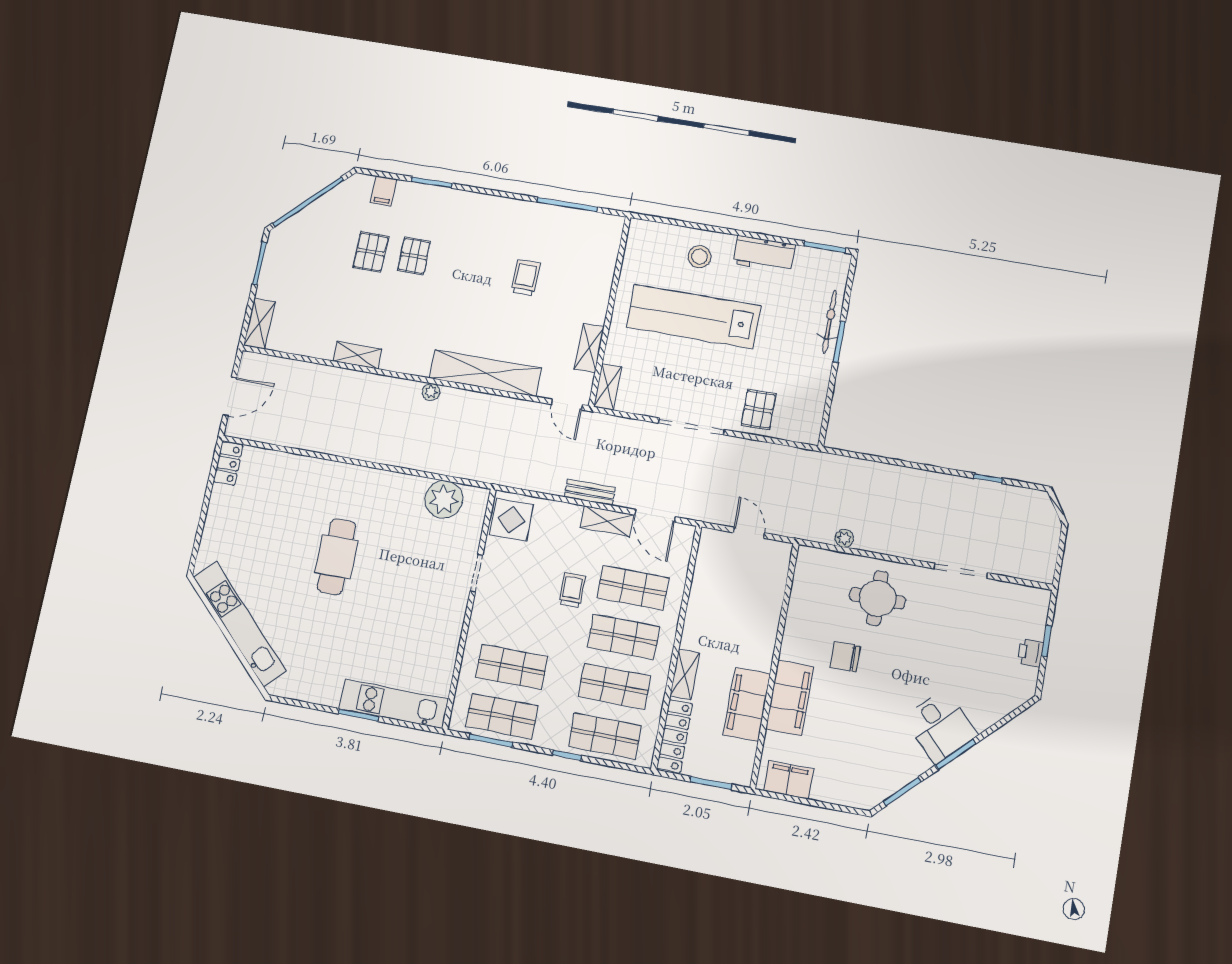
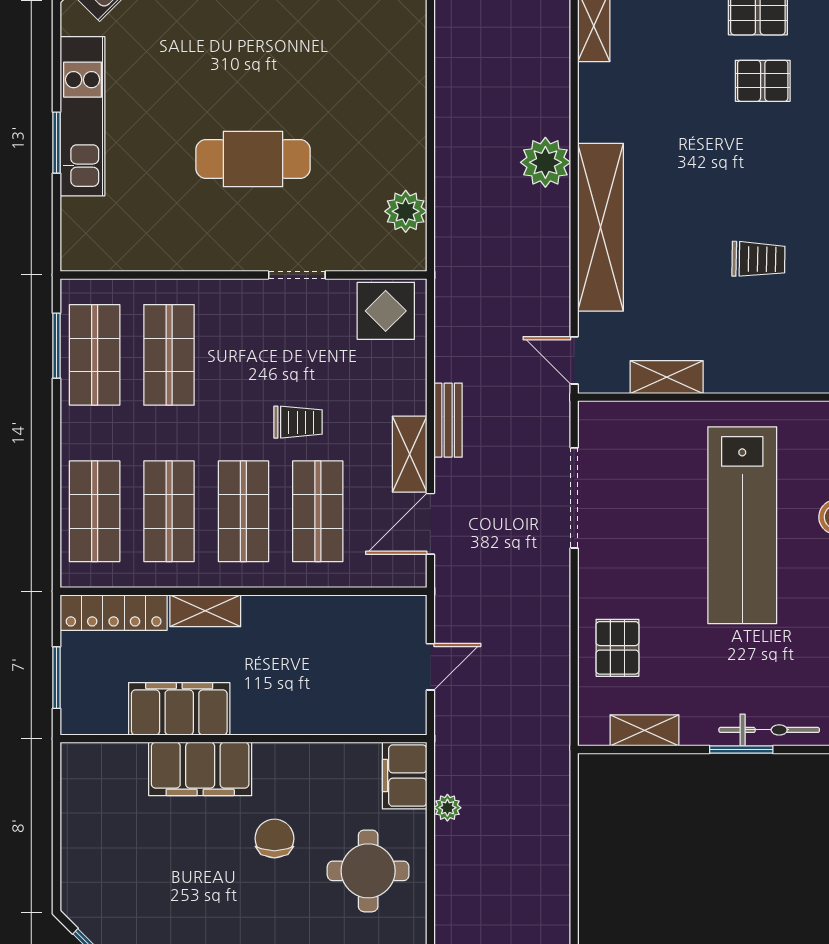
lab bench: (694, 316) -> (742, 525), turned 180
shelving: (608, 387) -> (644, 730), moved
plant: (431, 392) -> (545, 162), width x1.88, depth x1.88
door: (567, 405) -> (574, 360), hinge flipped
pallet: (759, 409) -> (617, 648), turned 90
doorway: (691, 426) -> (574, 498), moved
plant: (444, 499) -> (406, 211), width x0.73, depth x0.73
cafe table: (337, 557) -> (253, 159), moved
kitchen unit: (394, 704) -> (83, 116), moved
window: (567, 755) -> (57, 461), removed
filing cabinet: (789, 780) -> (405, 776), moved, turned 180

